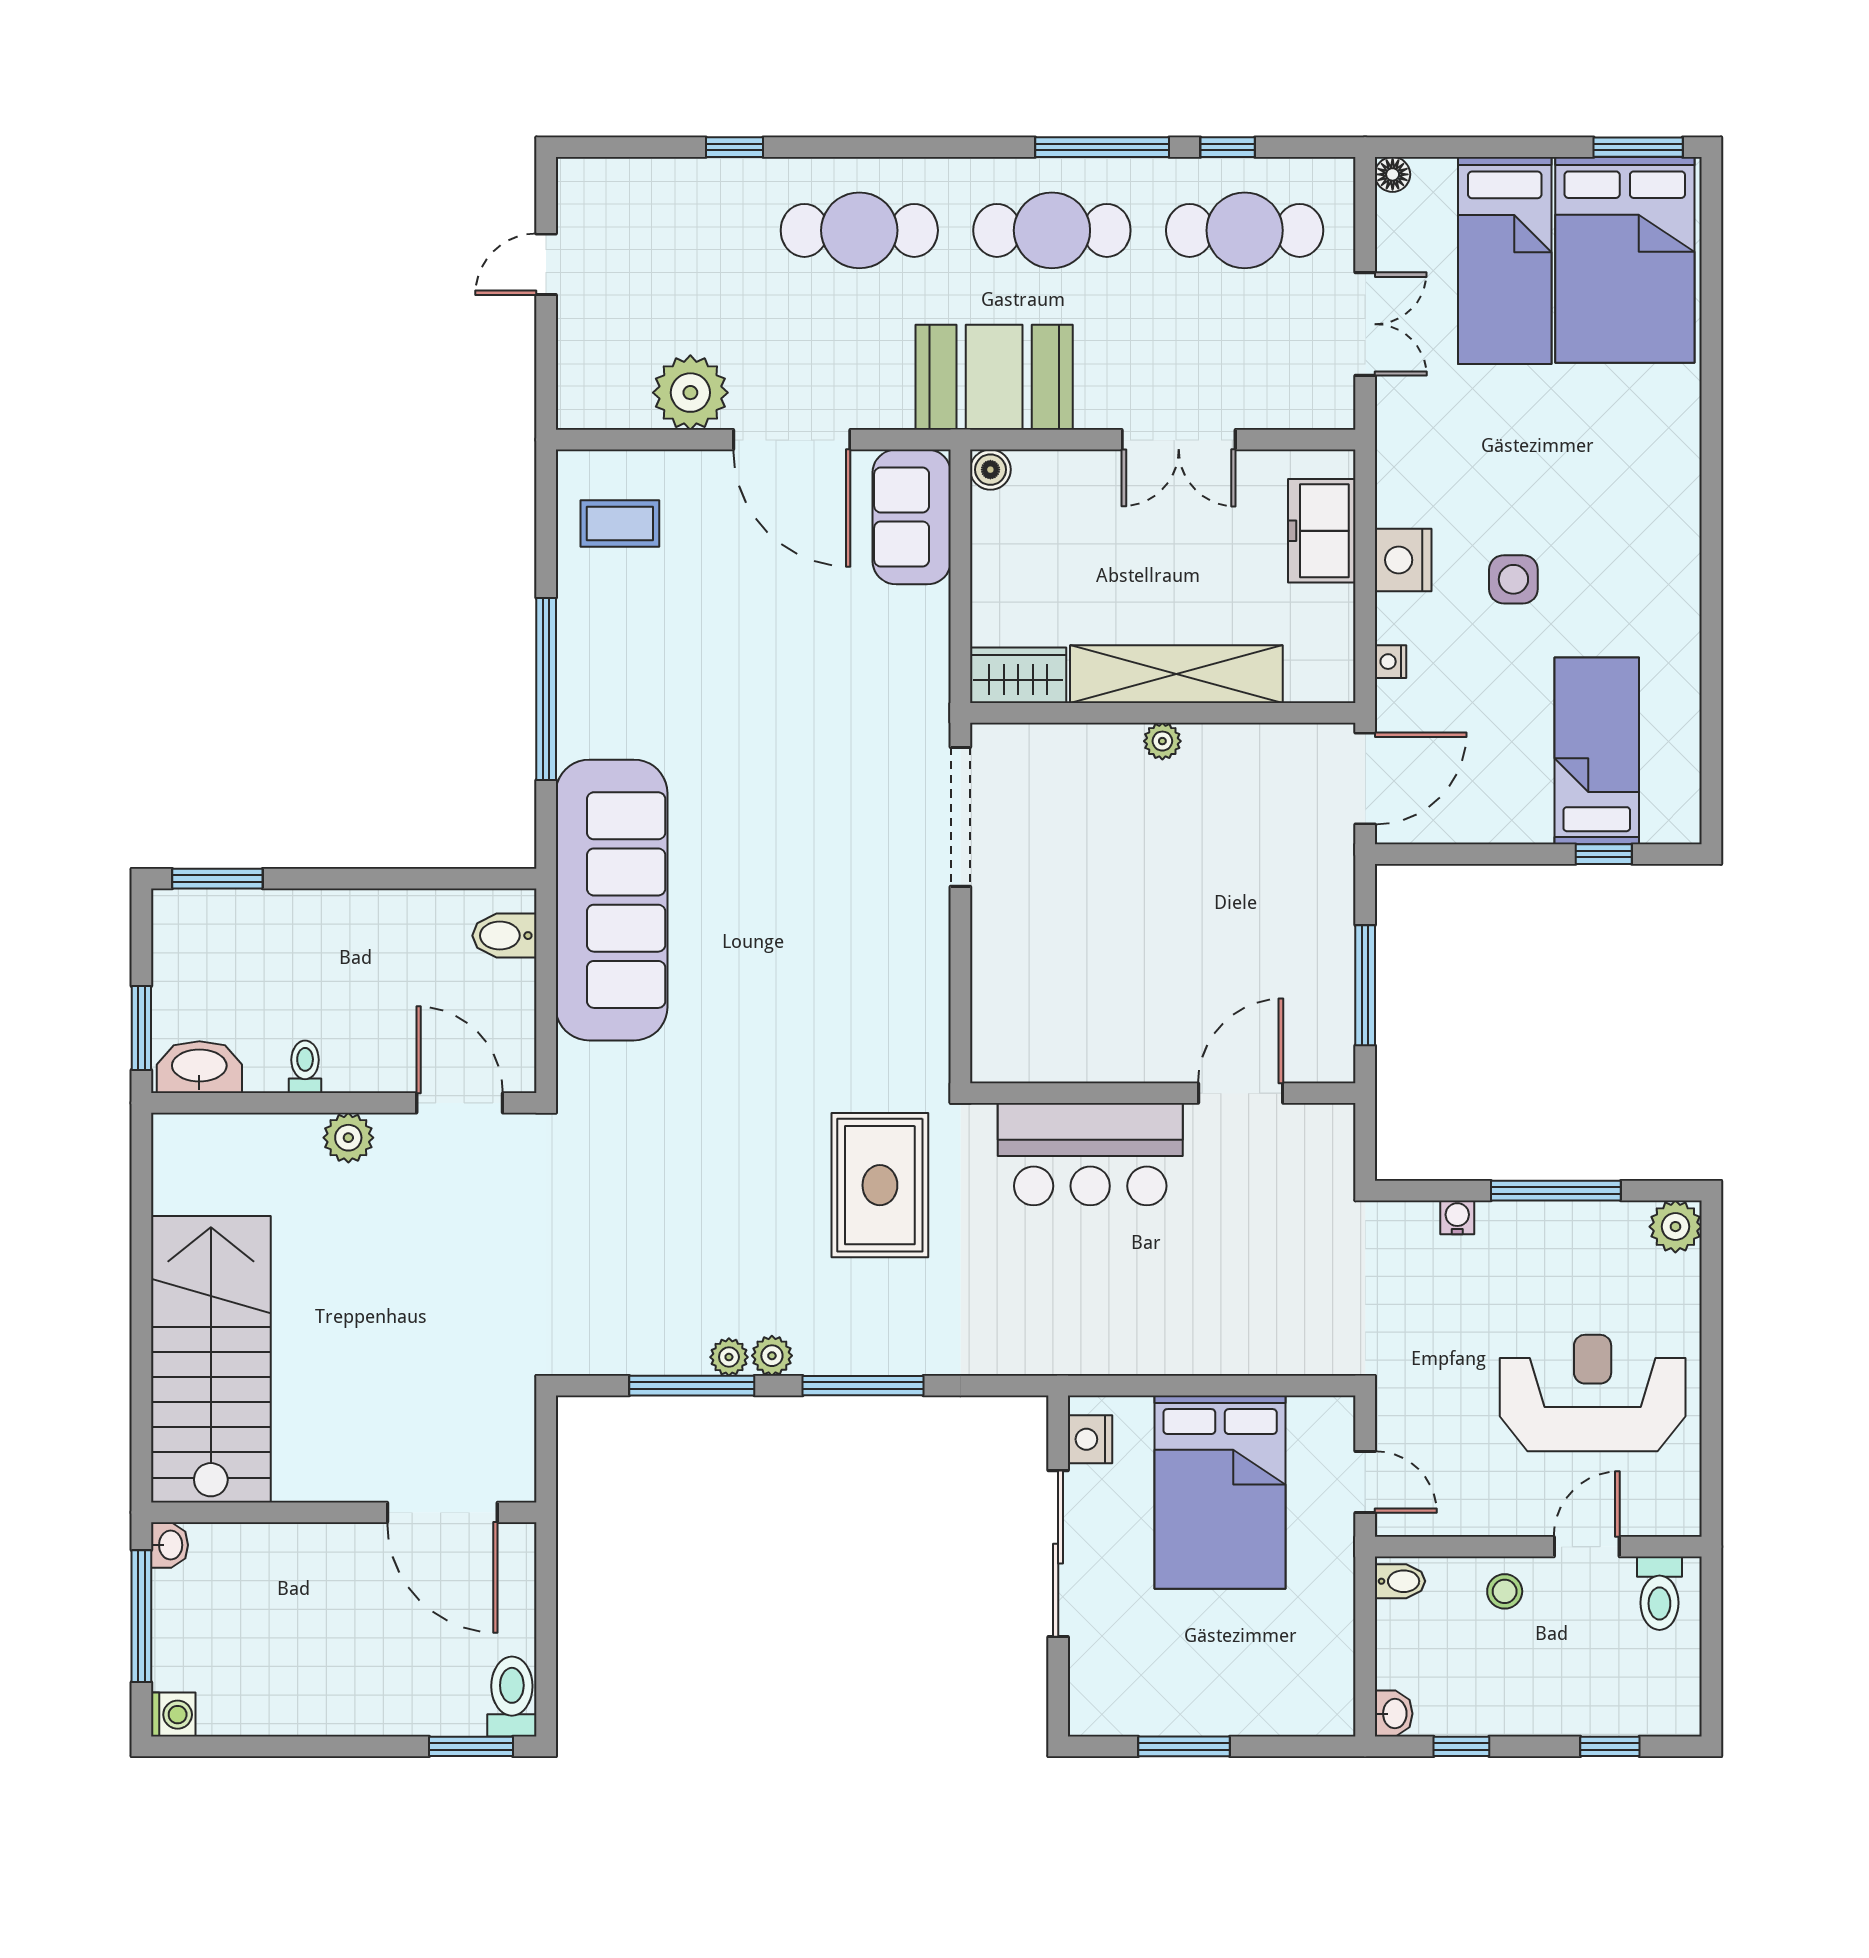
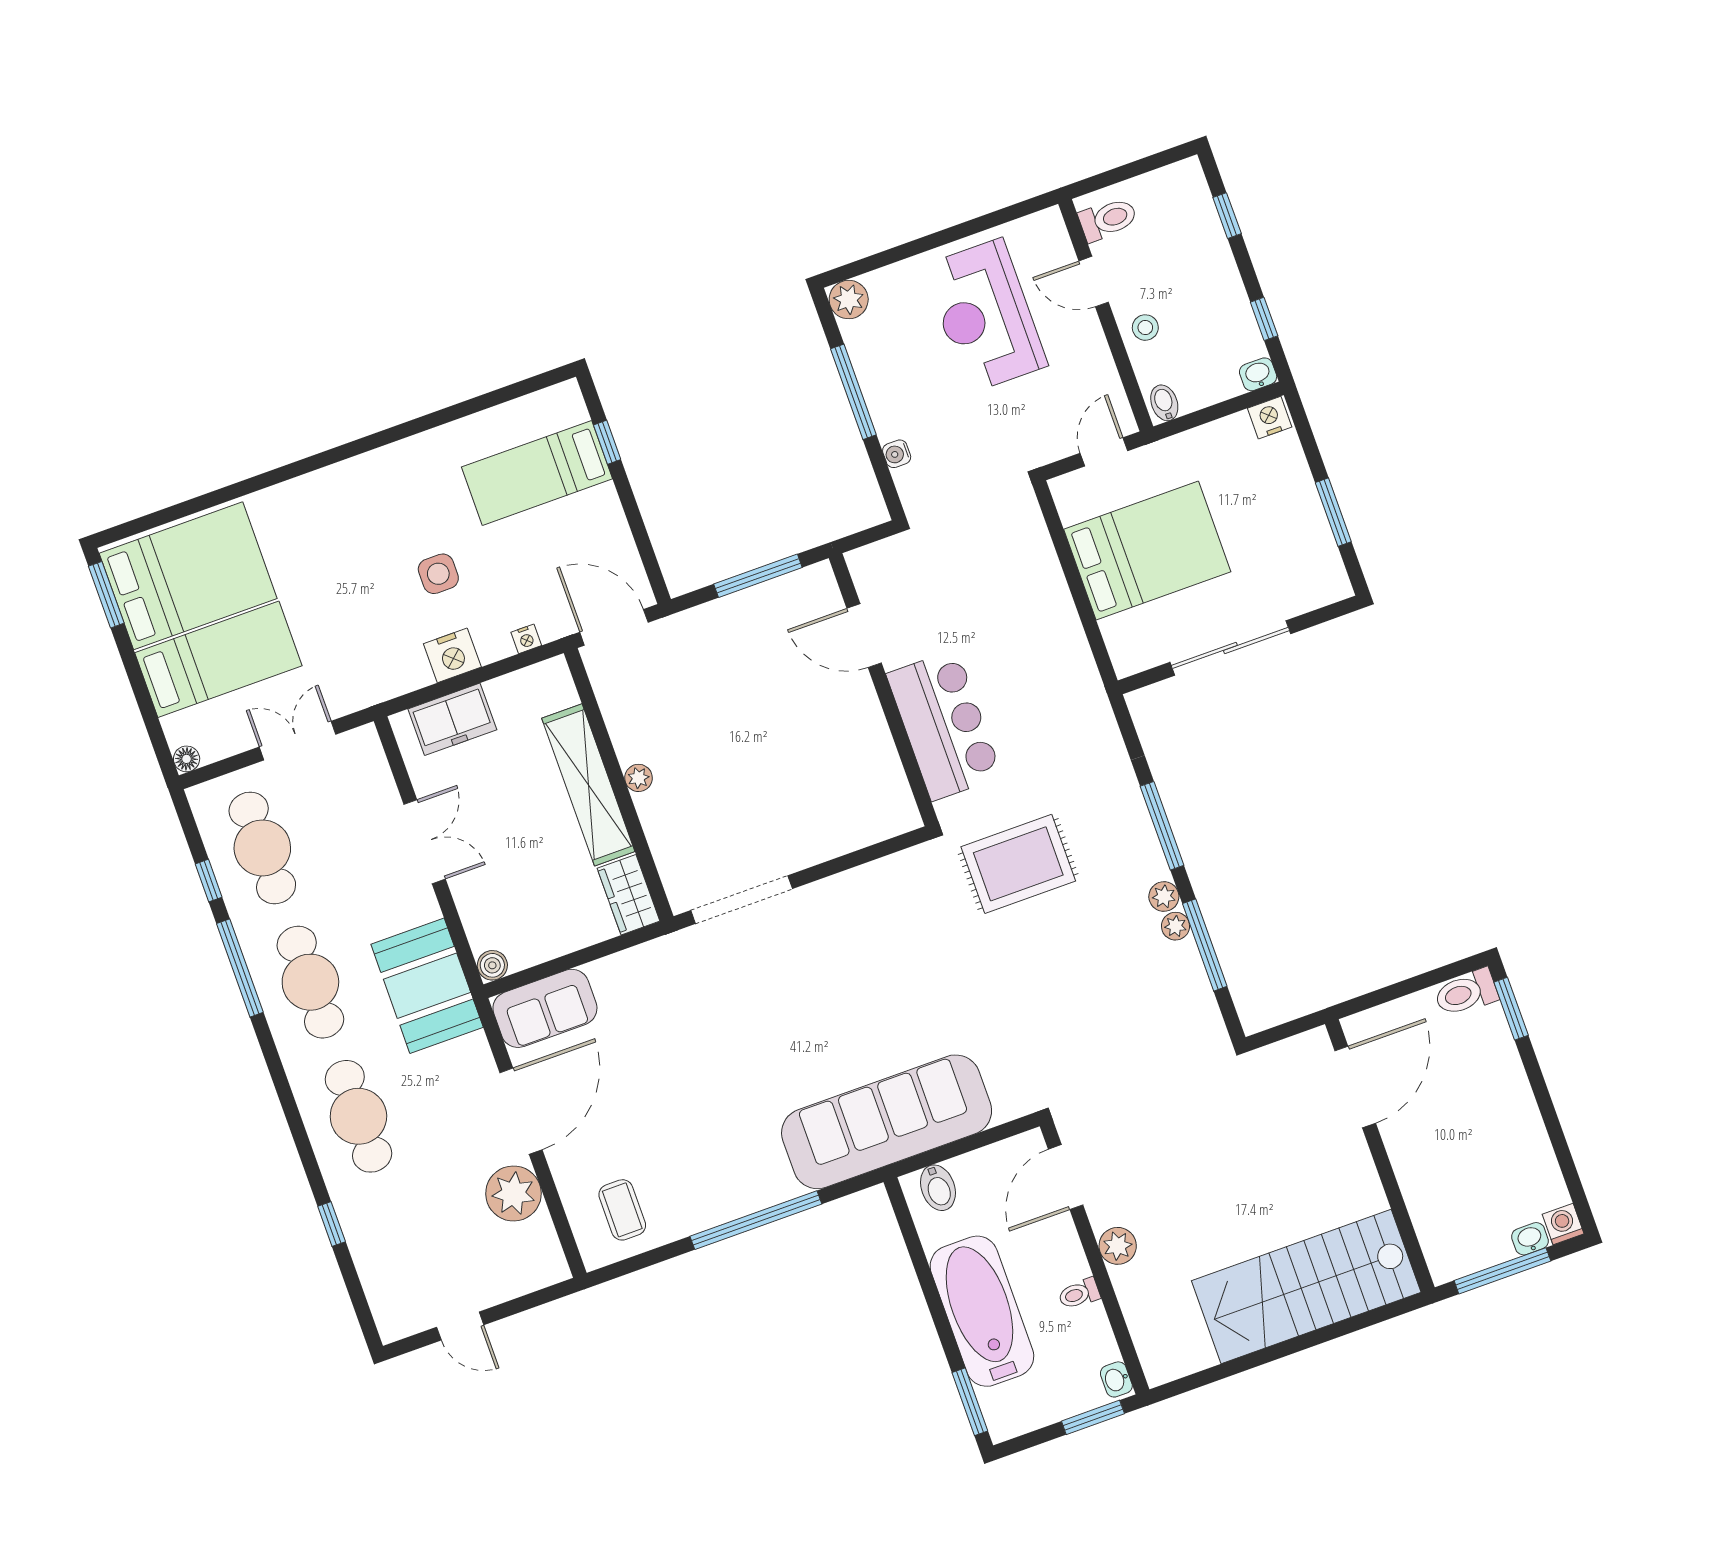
bathtub: (327, 935) -> (982, 1311), added
washbasin: (199, 1067) -> (1116, 1379), width x0.52, depth x0.69
nightstand: (1090, 1439) -> (1270, 418), moved, turned 180
washbasin: (170, 1545) -> (1530, 1239), moved

